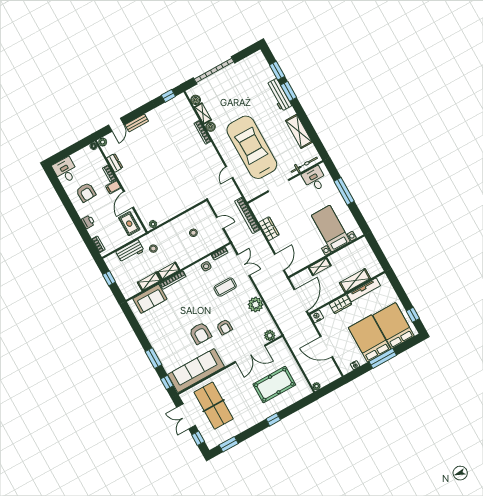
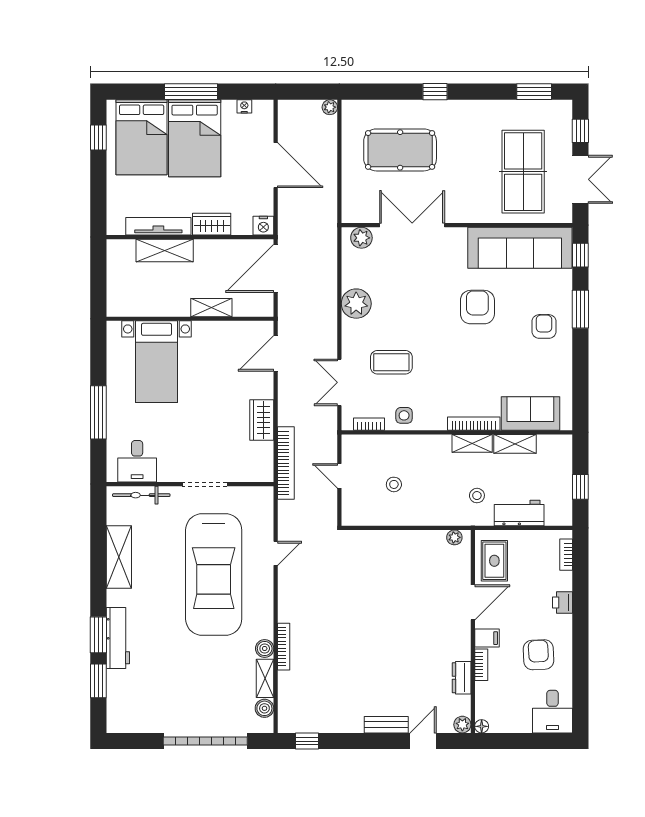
armchair: (225, 327) -> (544, 326), moved

